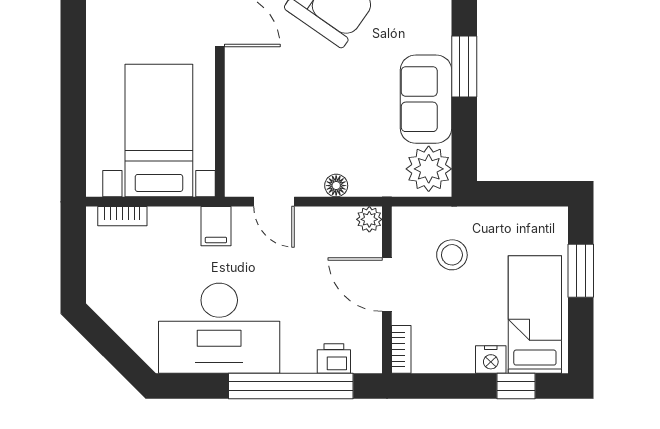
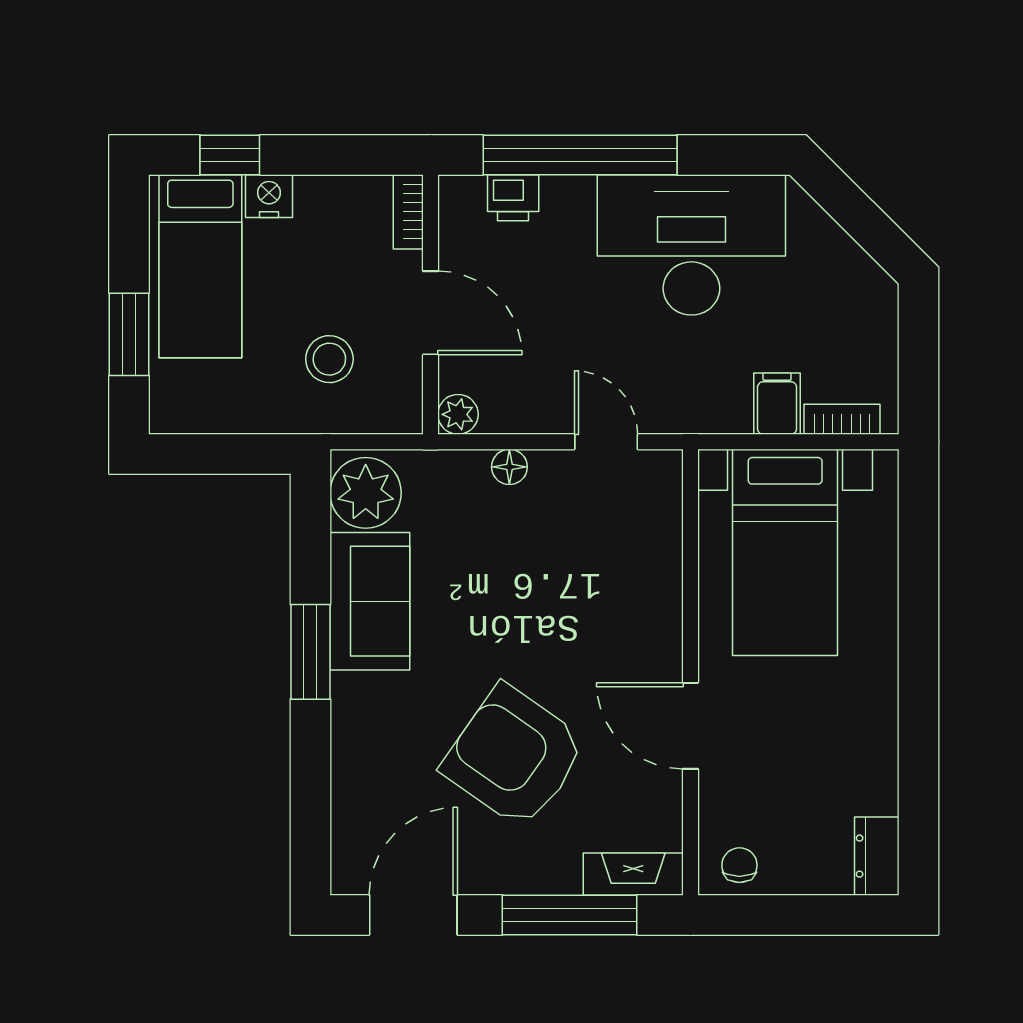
filing cabinet: (216, 226) -> (777, 404), moved

